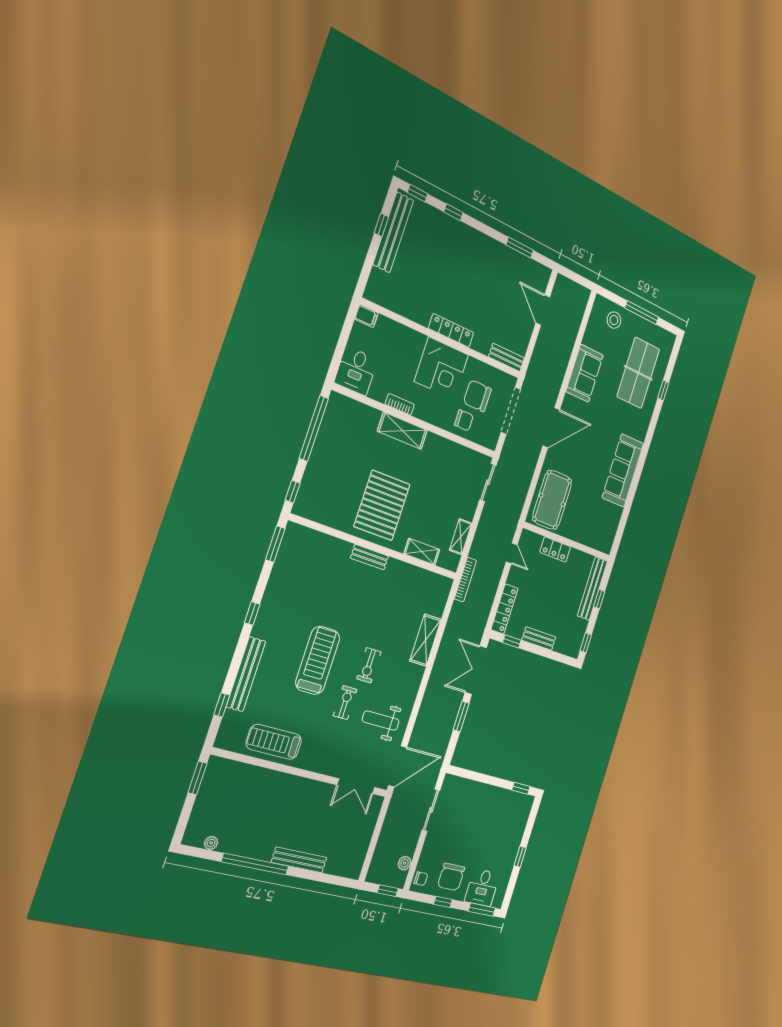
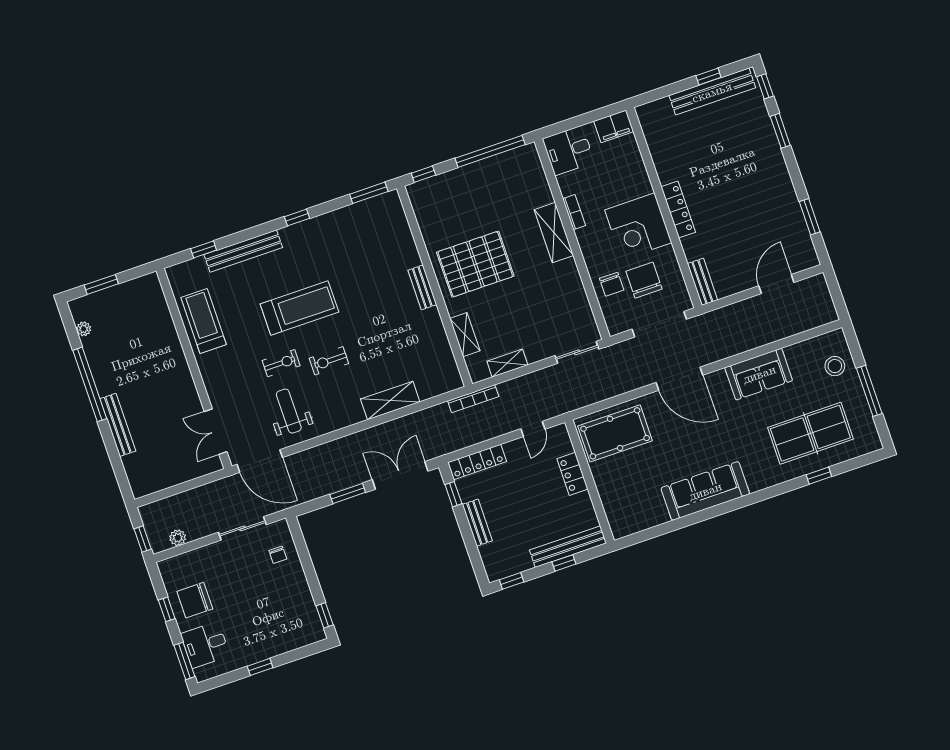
window: (453, 212) -> (780, 131), width x1.50
filing cabinet: (367, 316) -> (614, 126), width x2.00
window: (197, 778) -> (101, 284), moved
chair: (421, 879) -> (278, 555), moved

